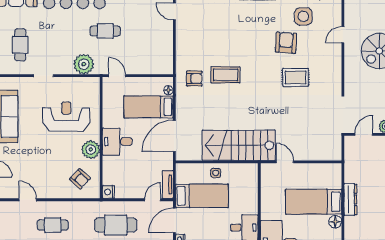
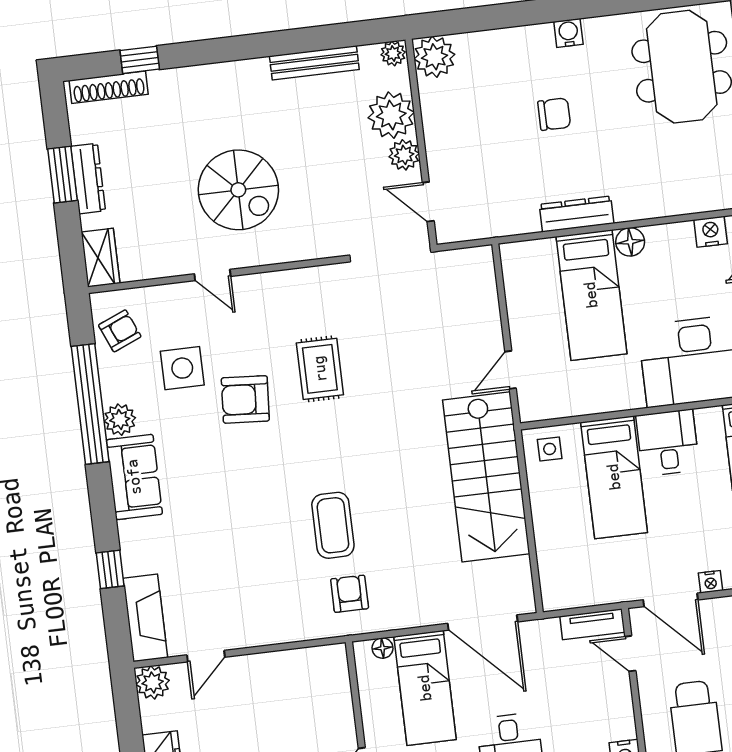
side table: (216, 173) -> (550, 449), moved
bed: (202, 196) -> (614, 477), moved, turned 180

